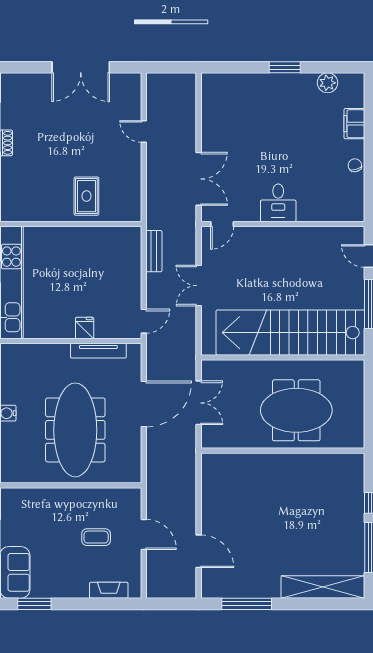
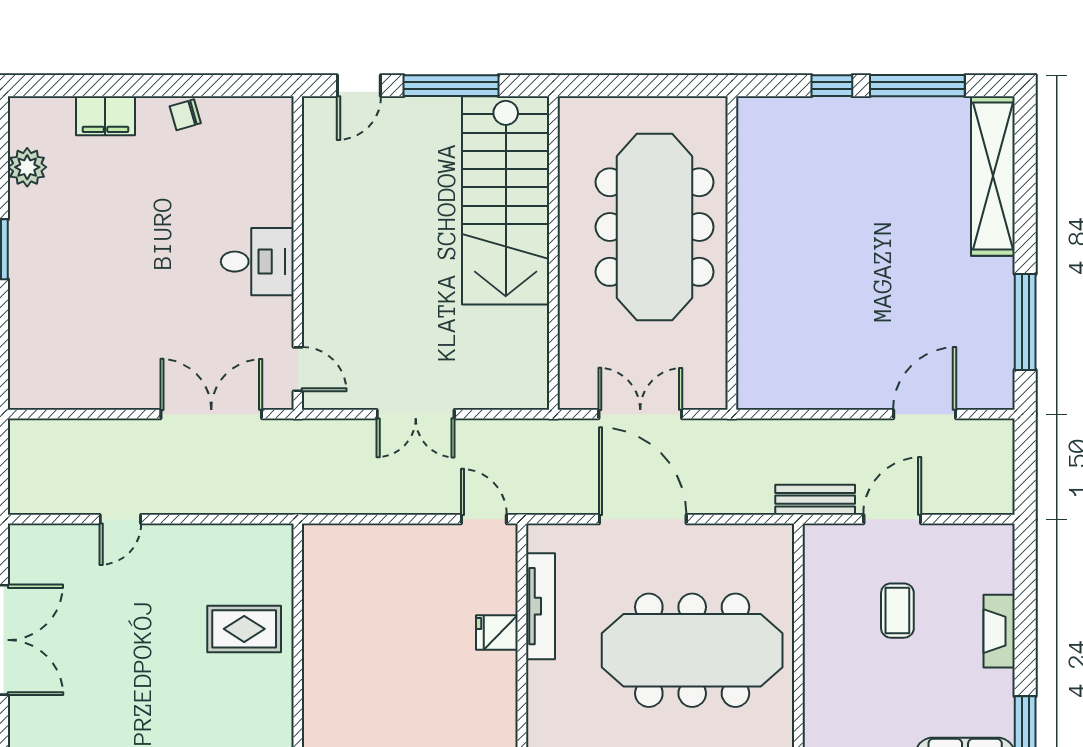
bench: (154, 251) -> (815, 500), moved
stairs: (290, 333) -> (506, 200), width x0.73
meeting table: (296, 410) -> (655, 227), width x1.36
fireplace: (109, 590) -> (999, 631), moved

